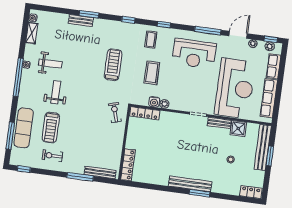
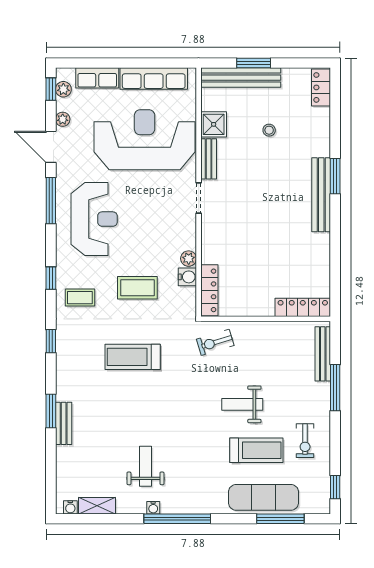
weight bench: (56, 92) -> (242, 404), moved

